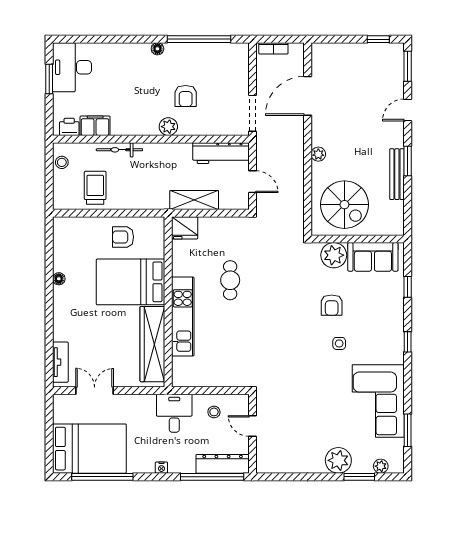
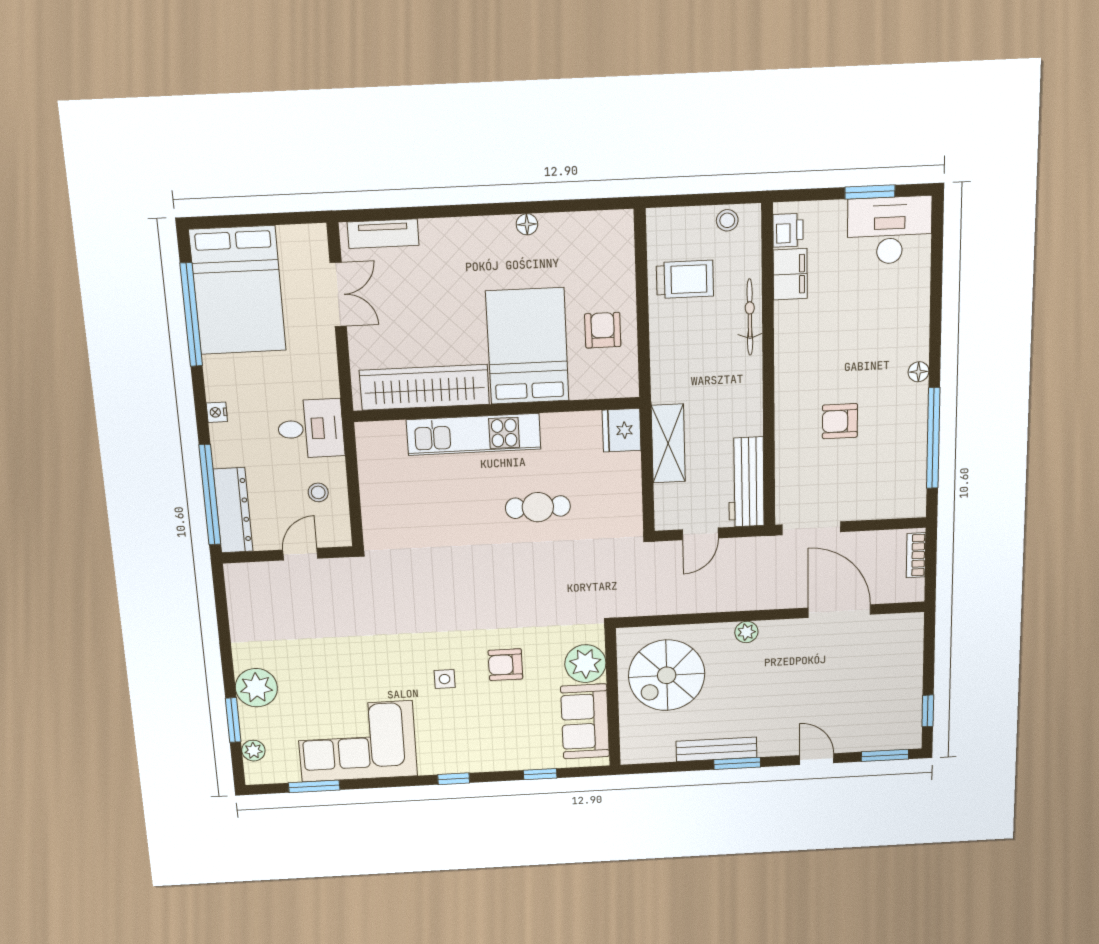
plant: (168, 127) -> (789, 396), removed

